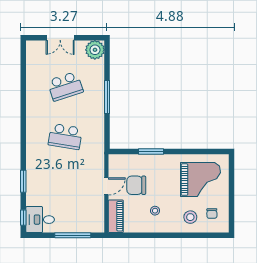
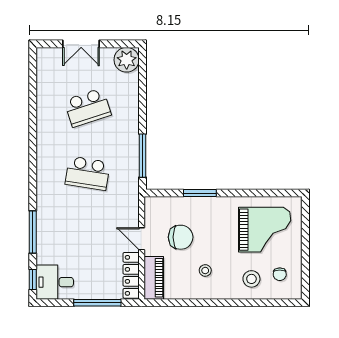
window: (107, 97) -> (142, 156), moved
window: (23, 181) -> (33, 232), width x1.44
chair: (136, 185) -> (181, 237), turned 180
door: (106, 186) -> (142, 239), swing flipped
locker: (98, 214) -> (131, 275), added

